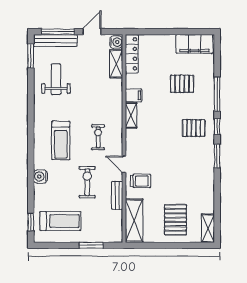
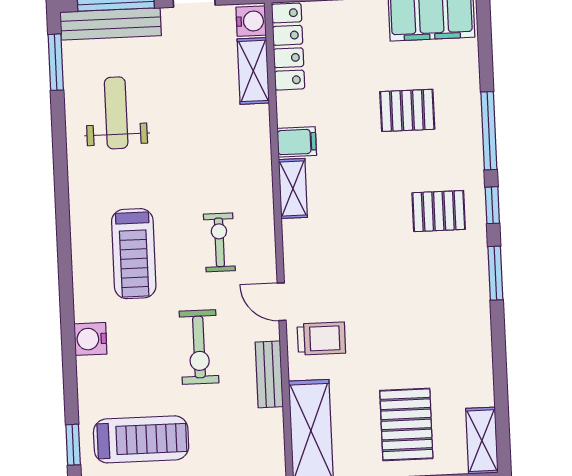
exercise bike: (87, 182) -> (199, 347), turned 180

